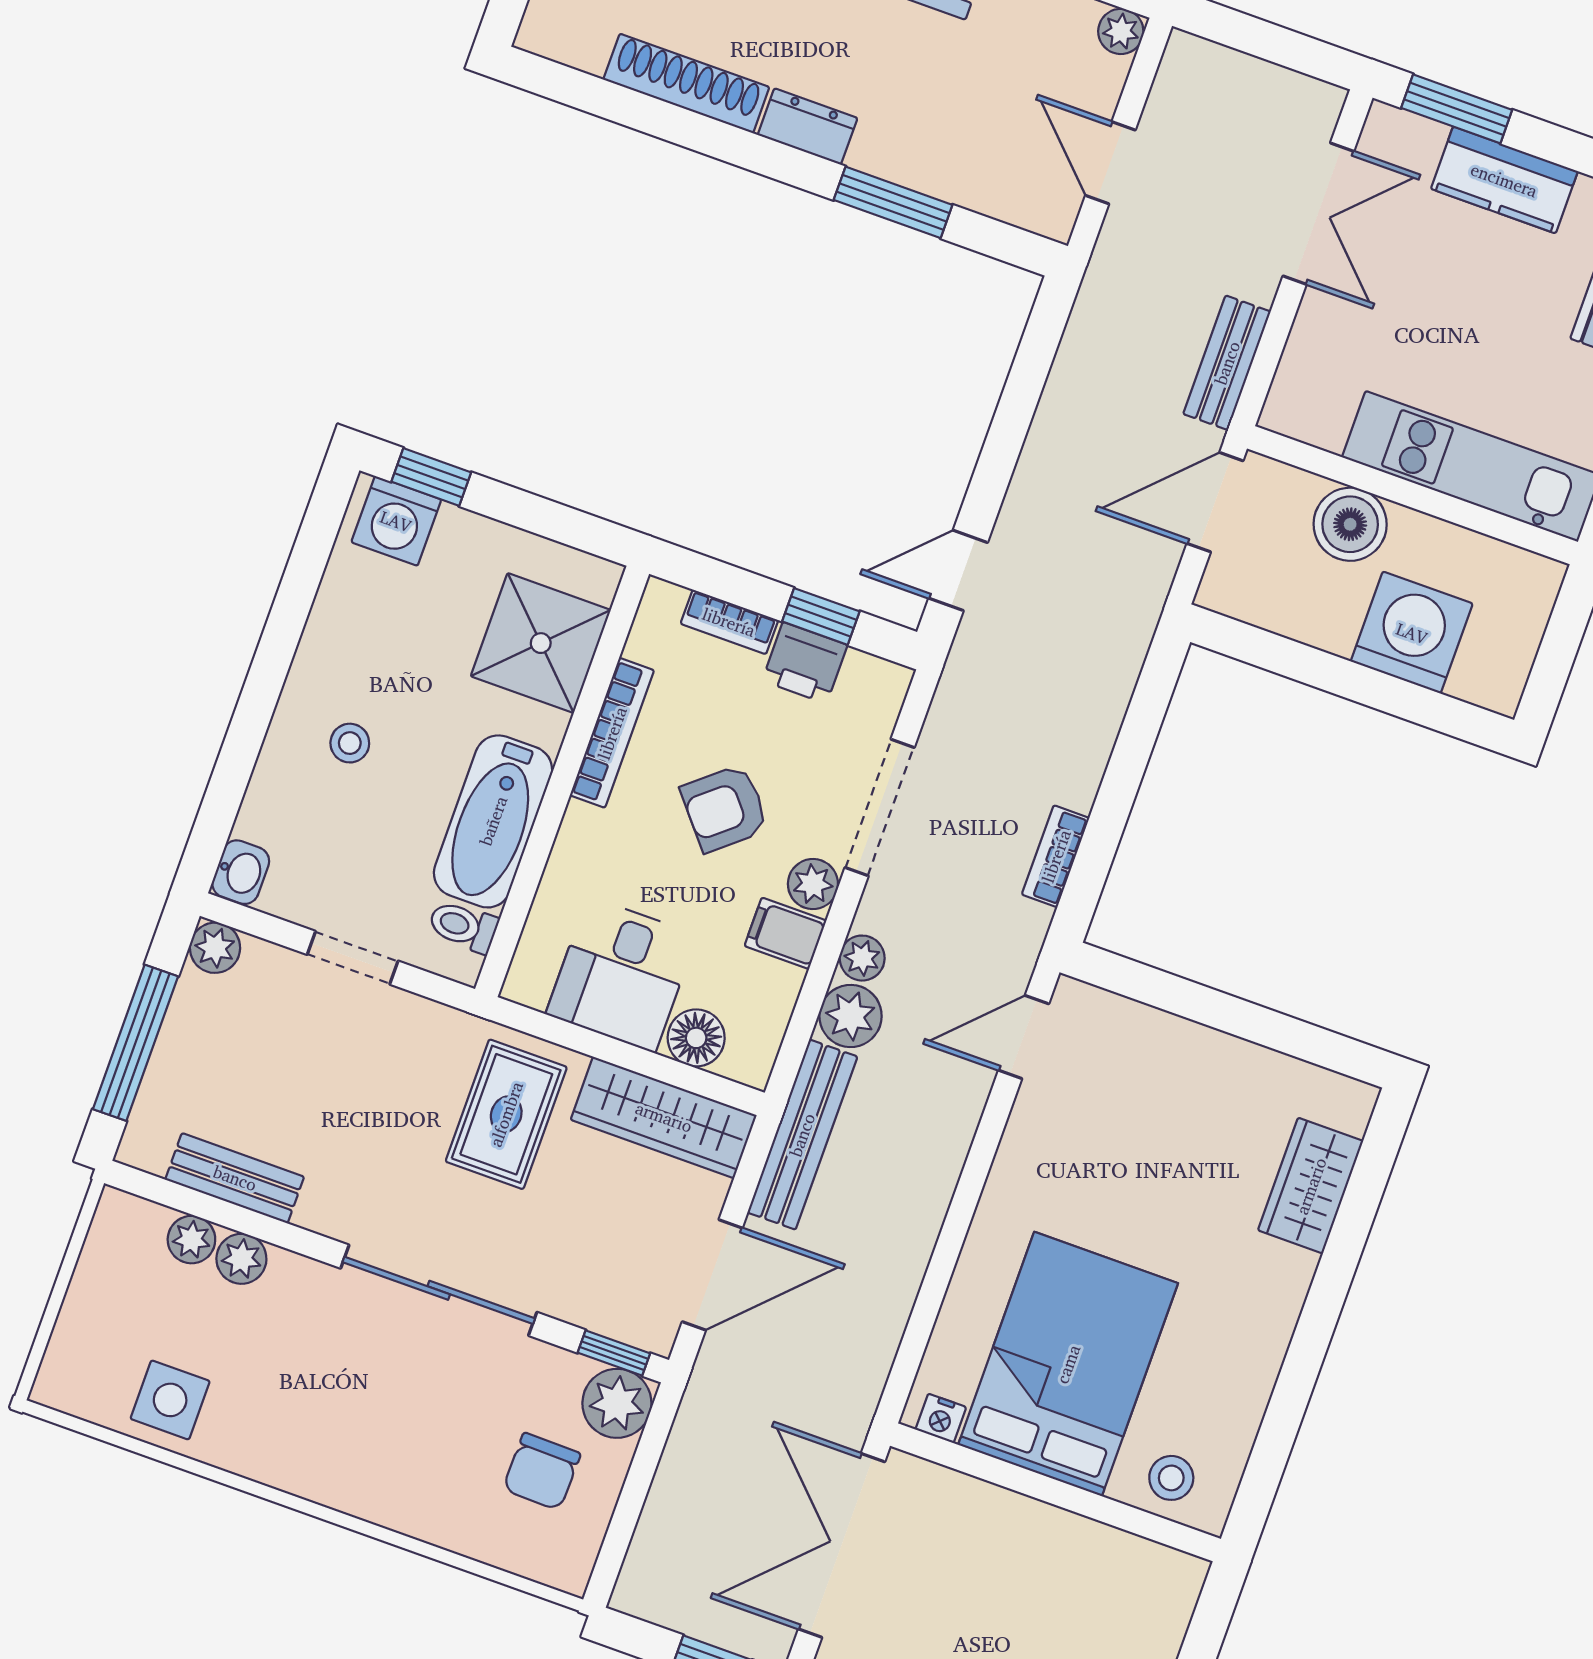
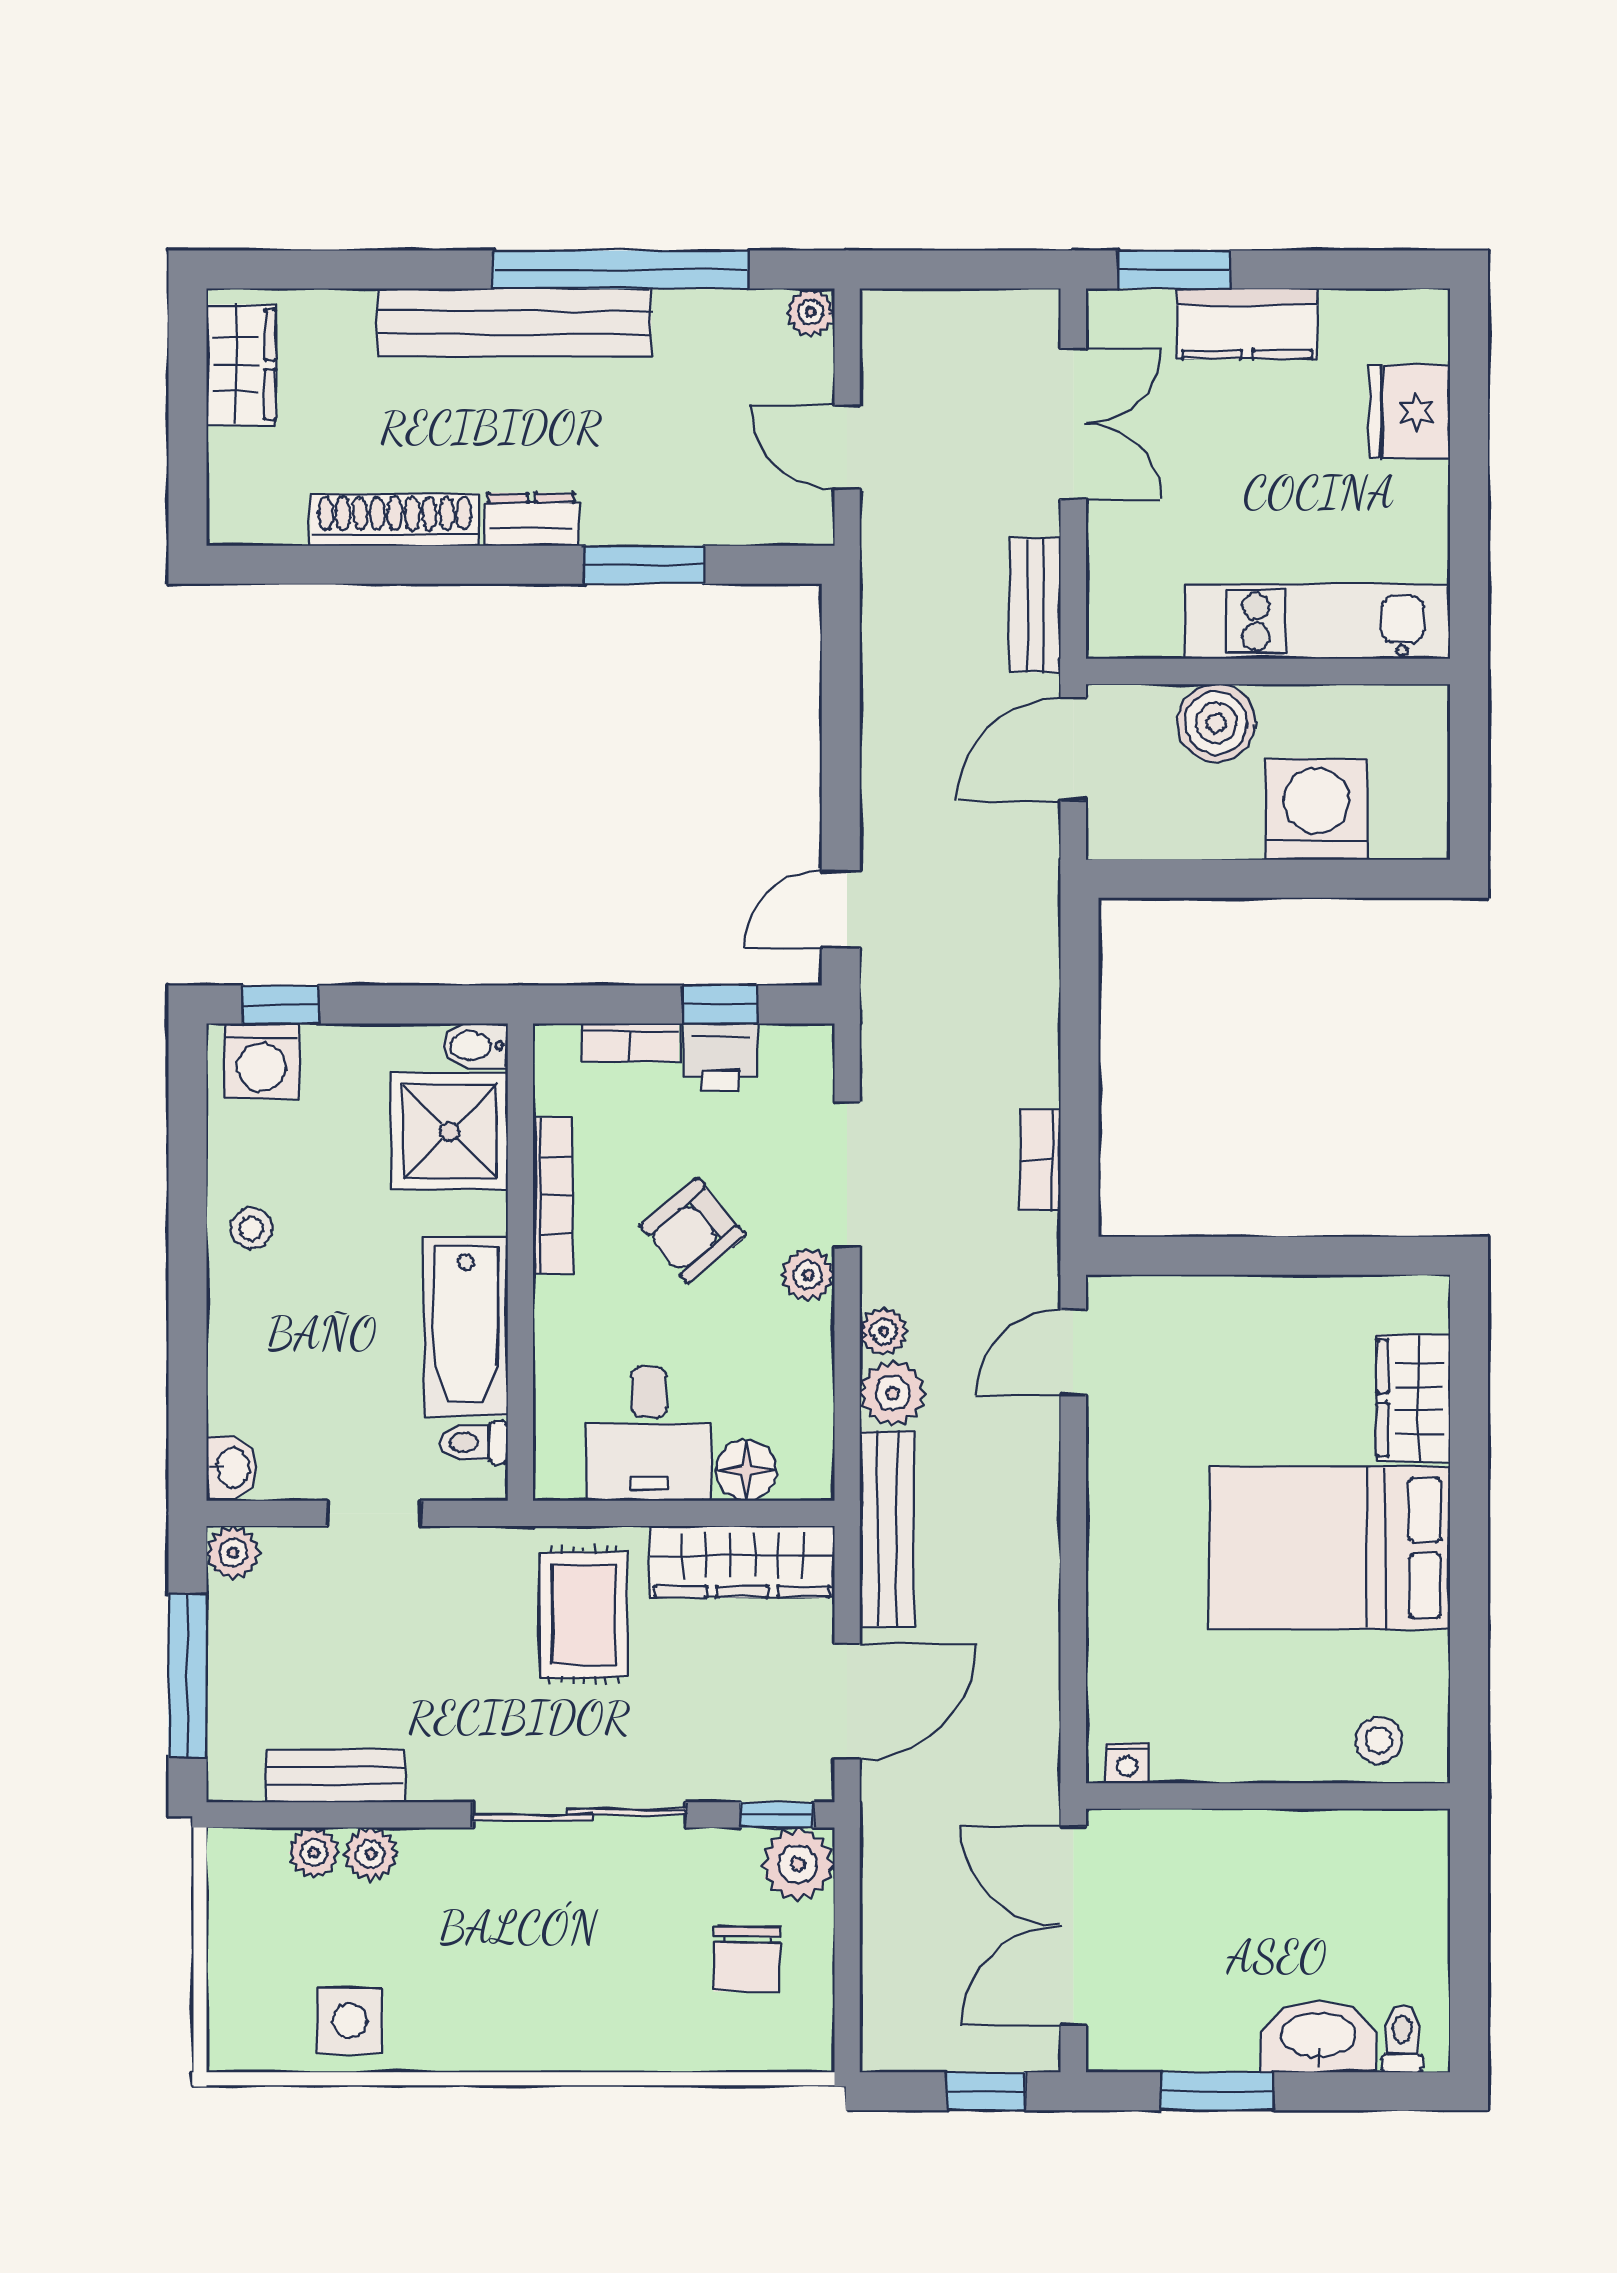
bidet: (590, 575) -> (475, 1046), added
stool: (350, 743) -> (251, 1228), moved
filing cabinet: (785, 933) -> (798, 1334), removed
bed: (1068, 1364) -> (1330, 1548), moved, turned -90

